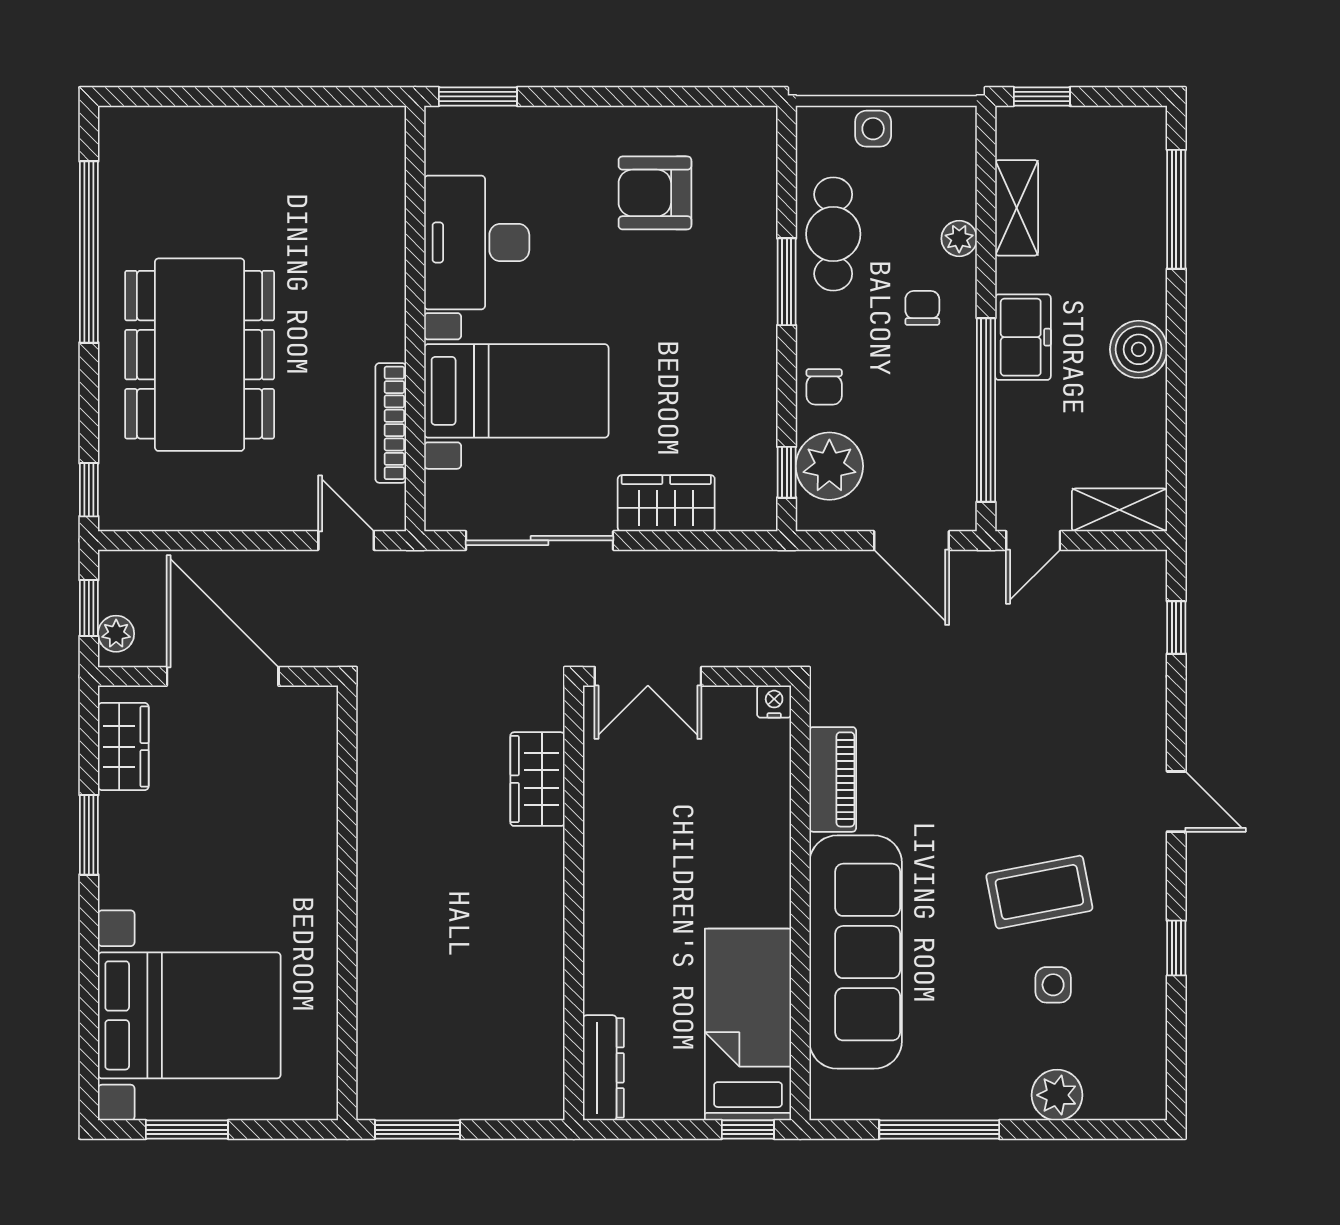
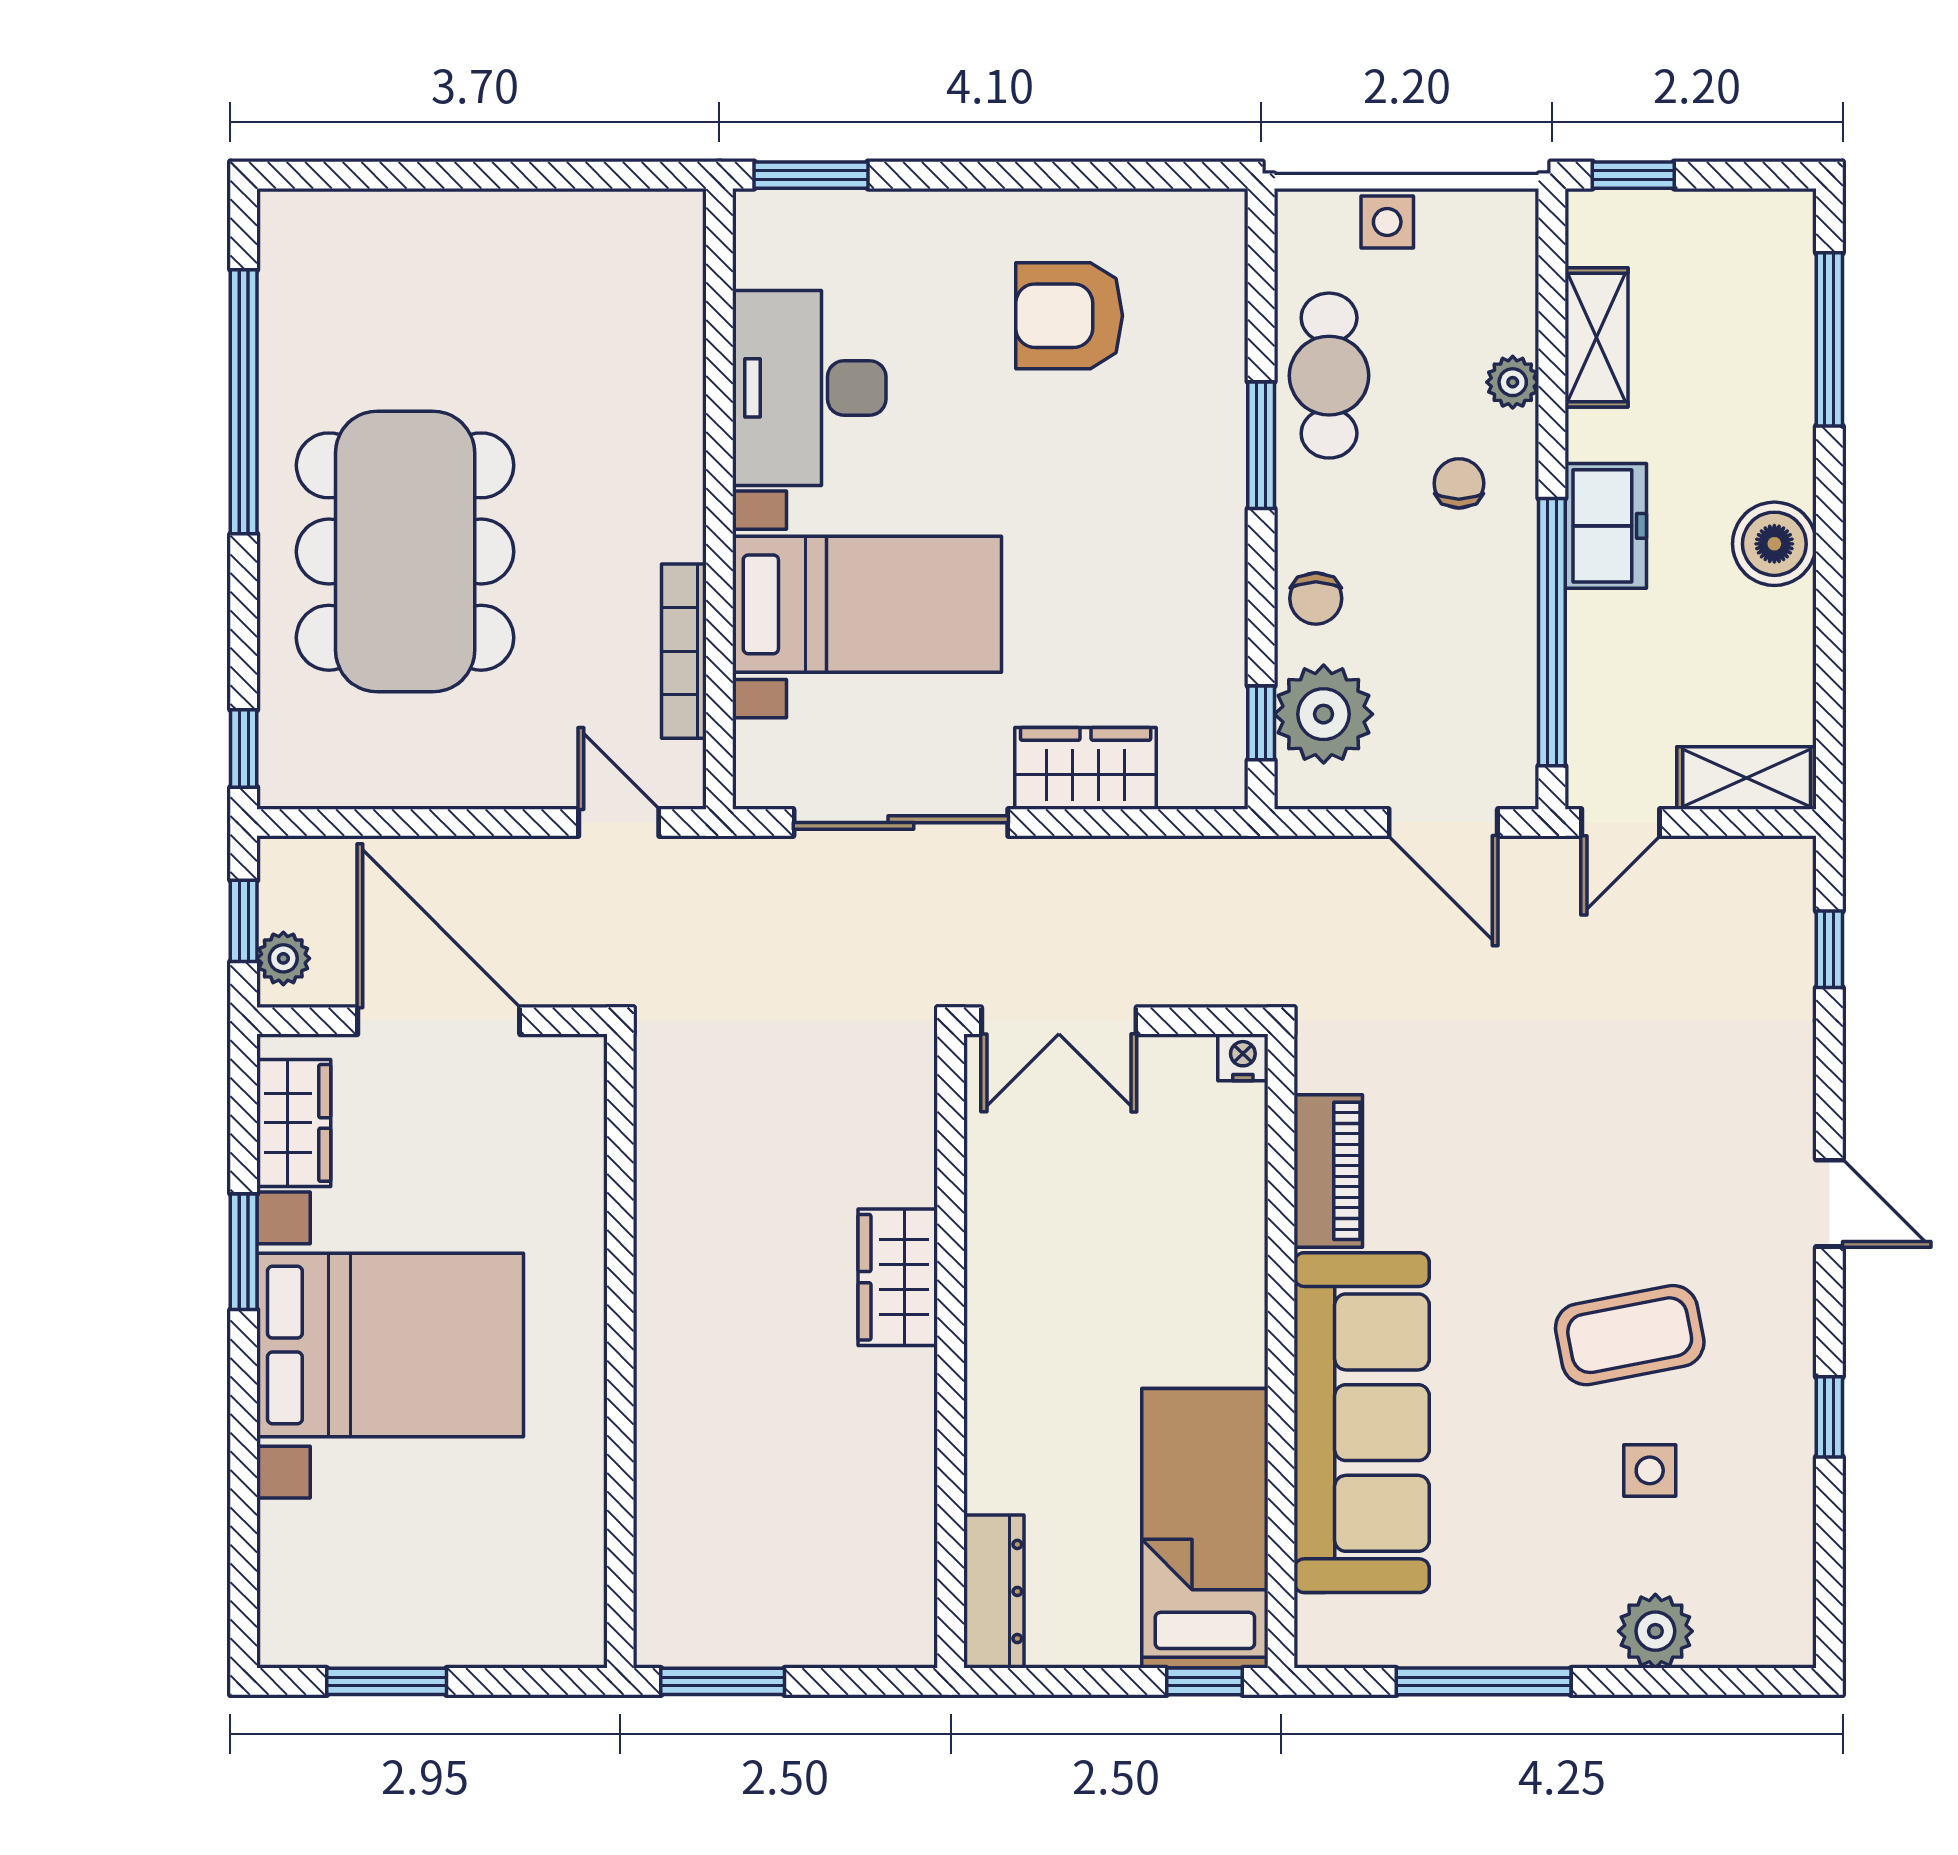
wardrobe: (537, 779) -> (898, 1277), moved
bed with nightstands: (189, 1015) -> (390, 1345), moved

